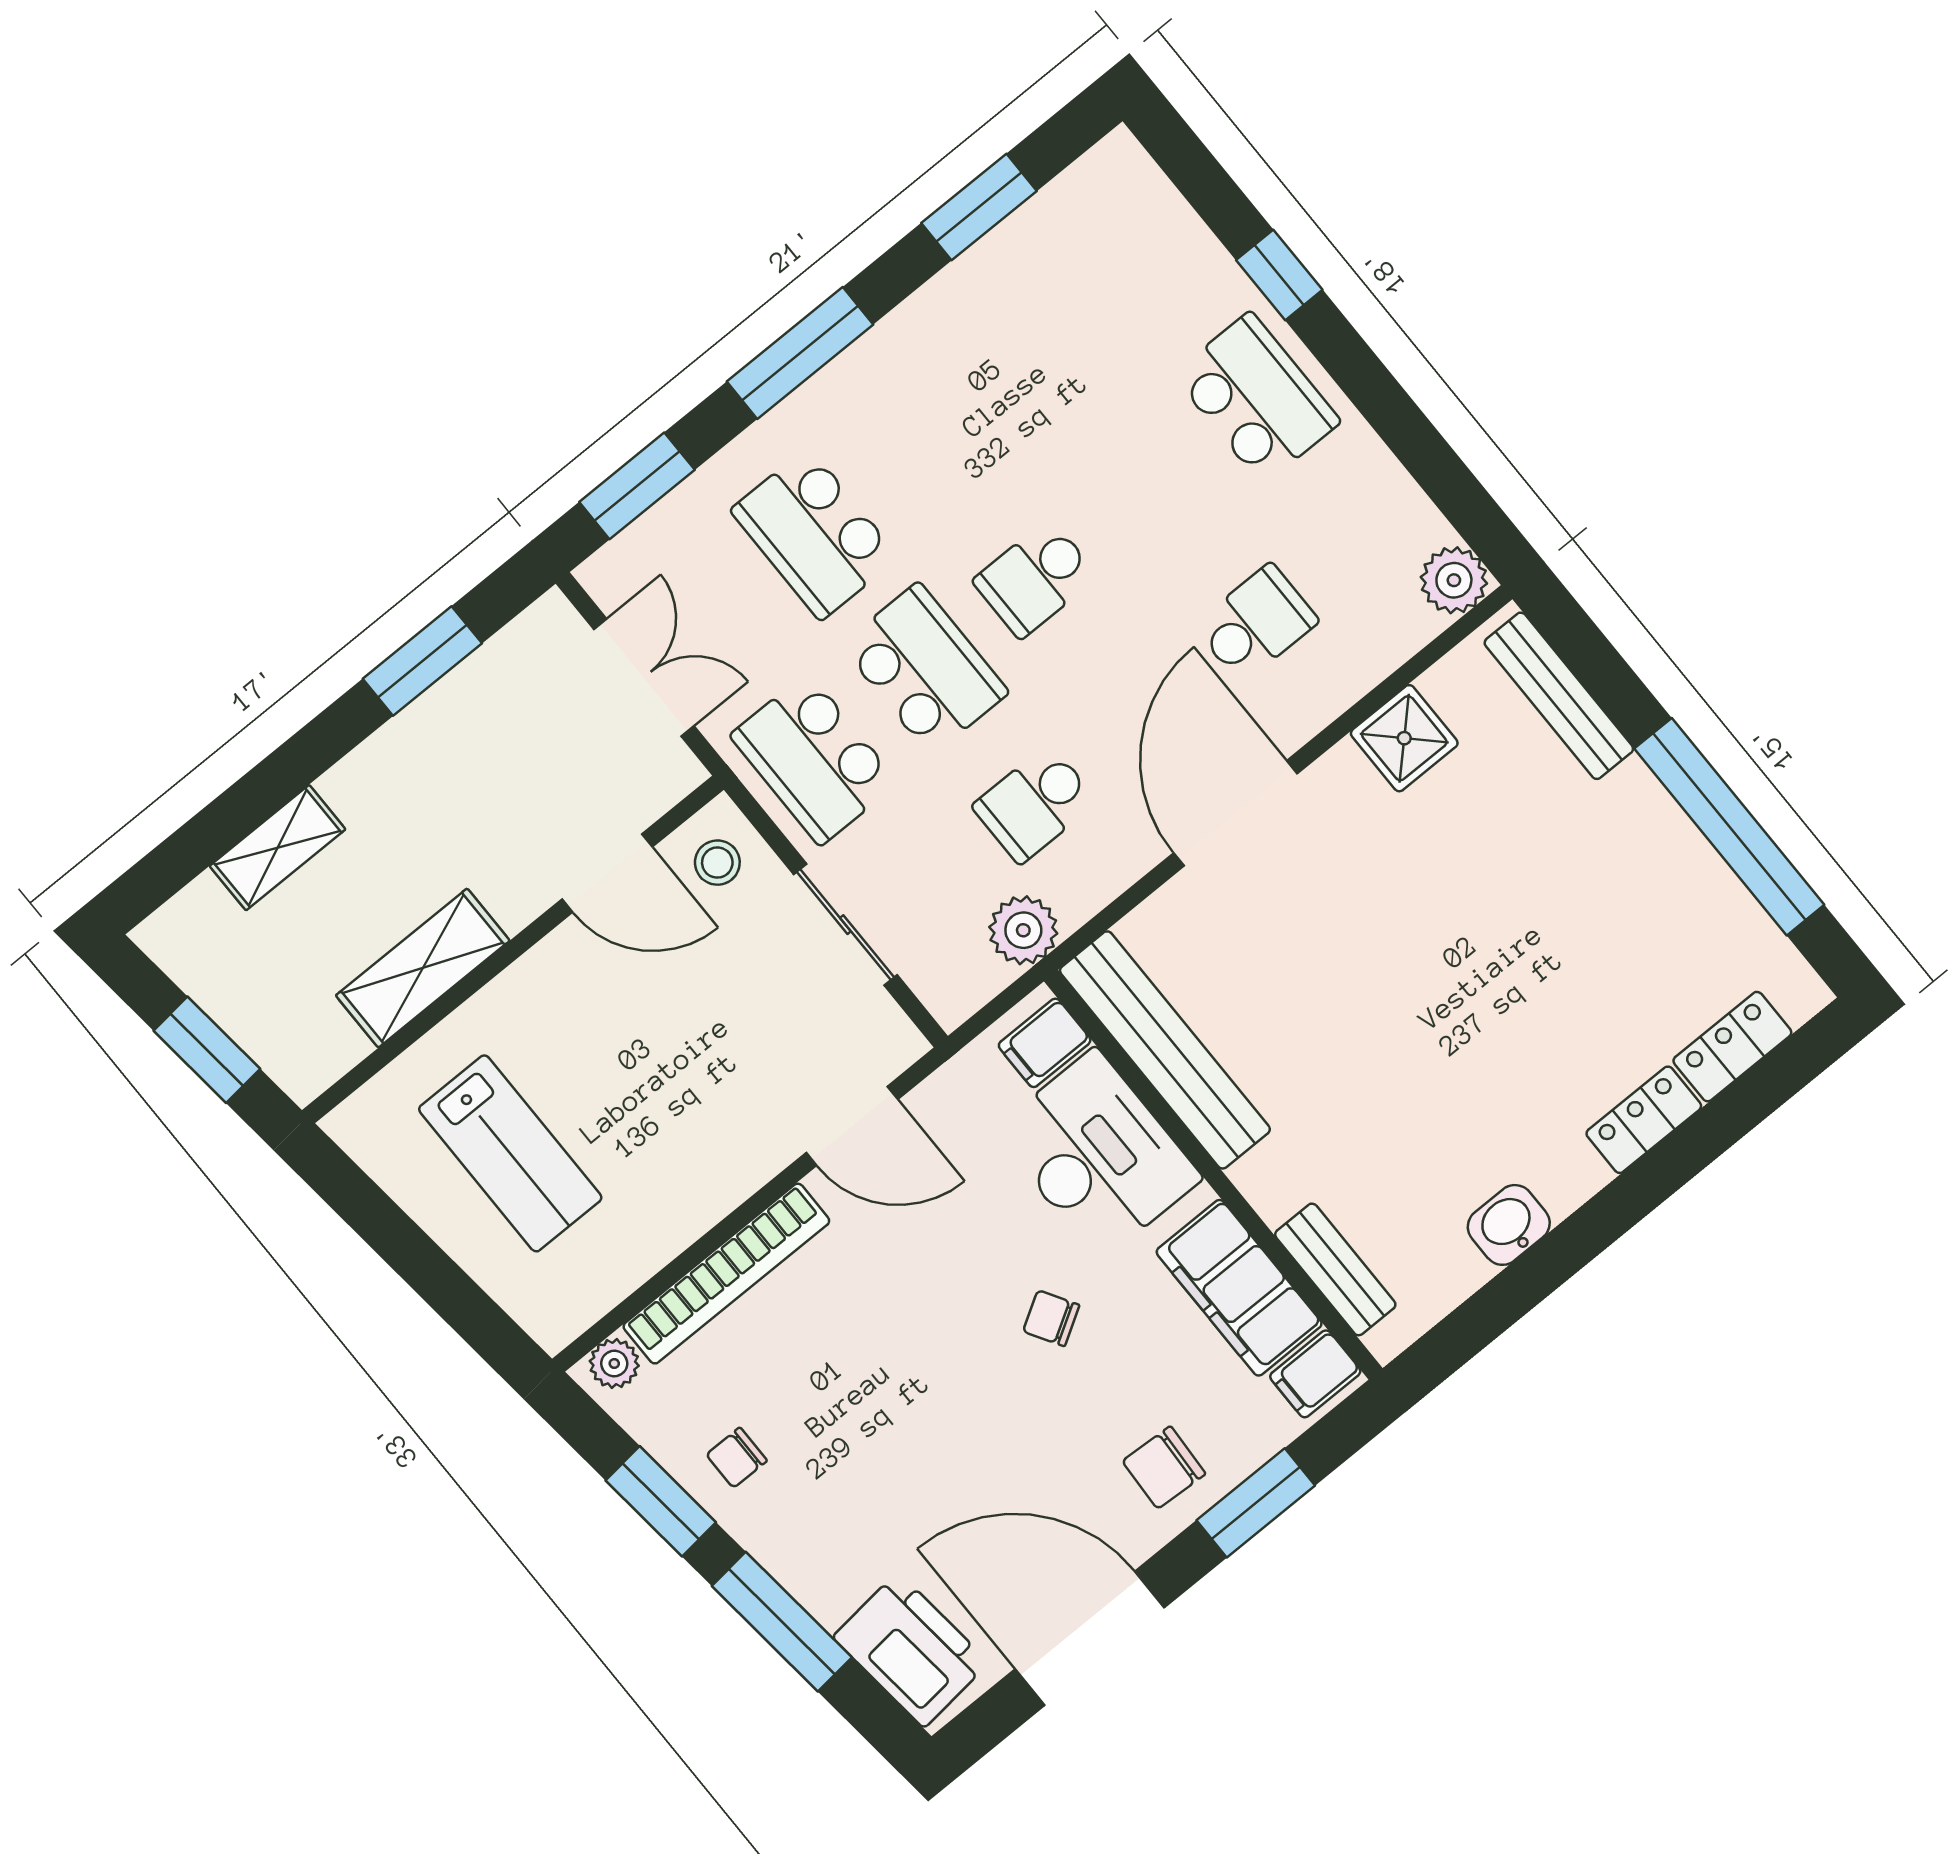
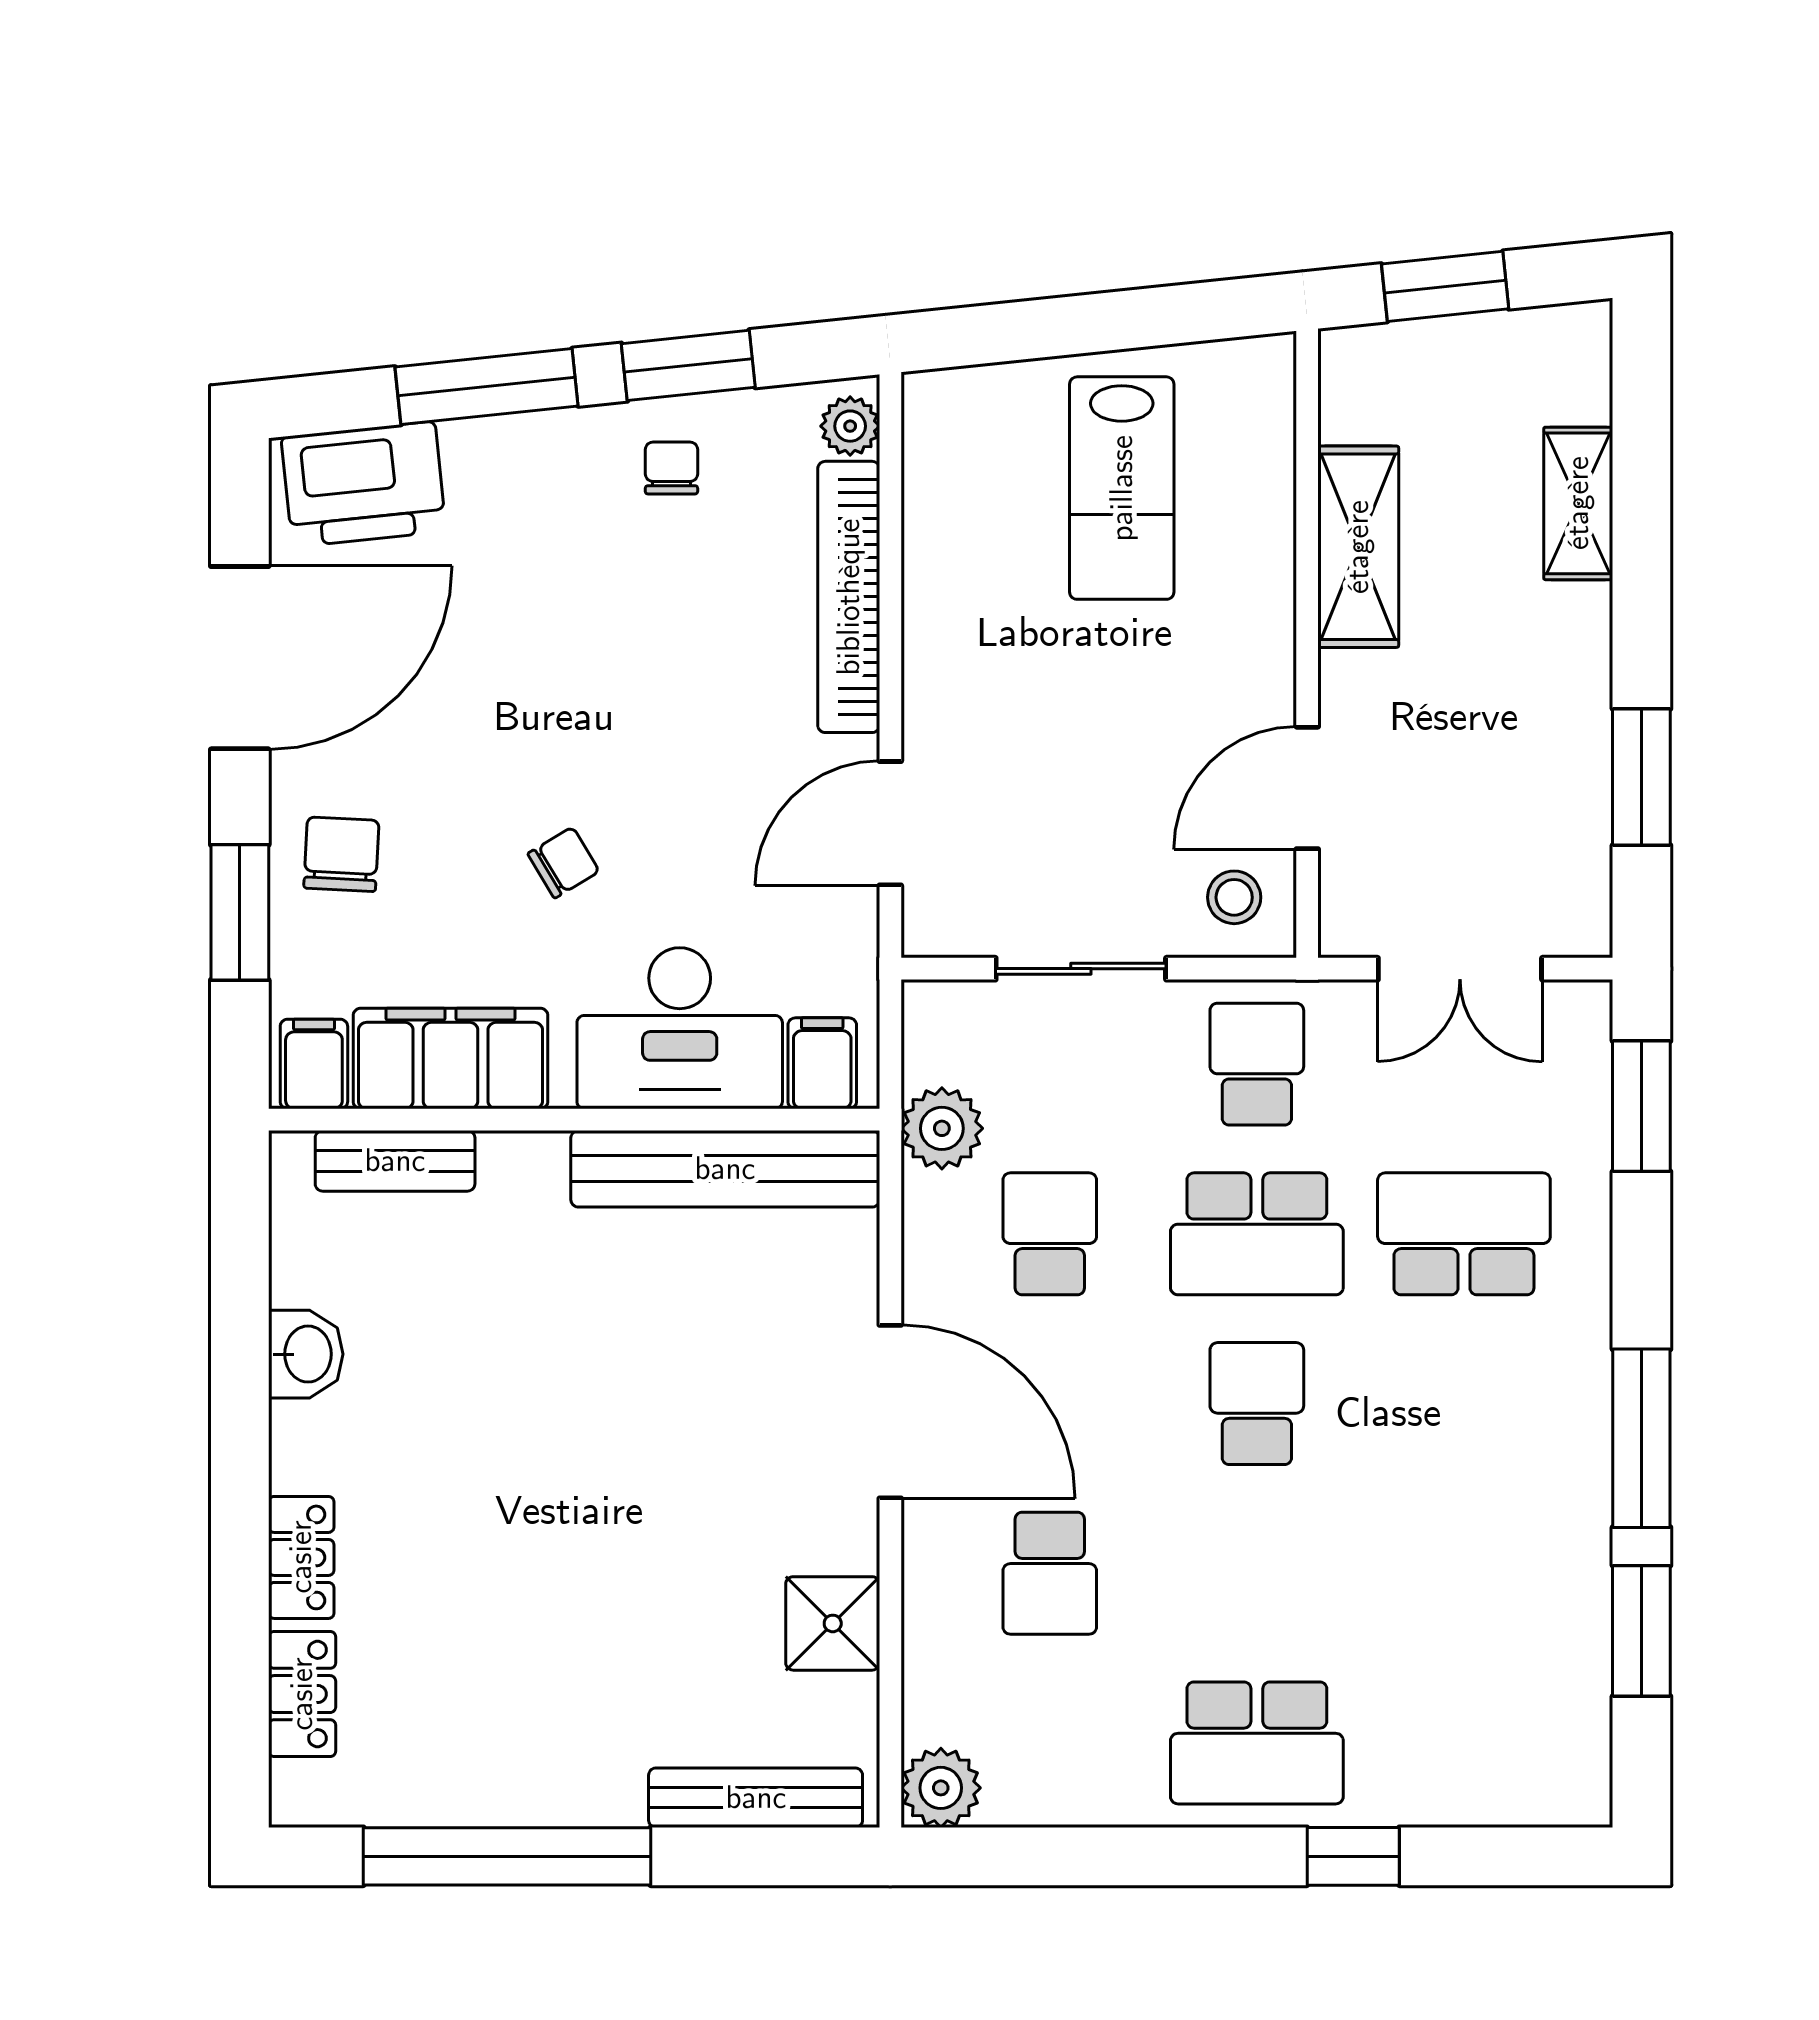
window: (800, 353) -> (1641, 1438), moved
school desk: (814, 759) -> (1257, 1064), width x0.54
lab bench: (510, 1153) -> (1122, 488), turned -90

